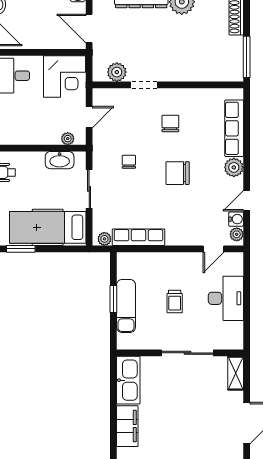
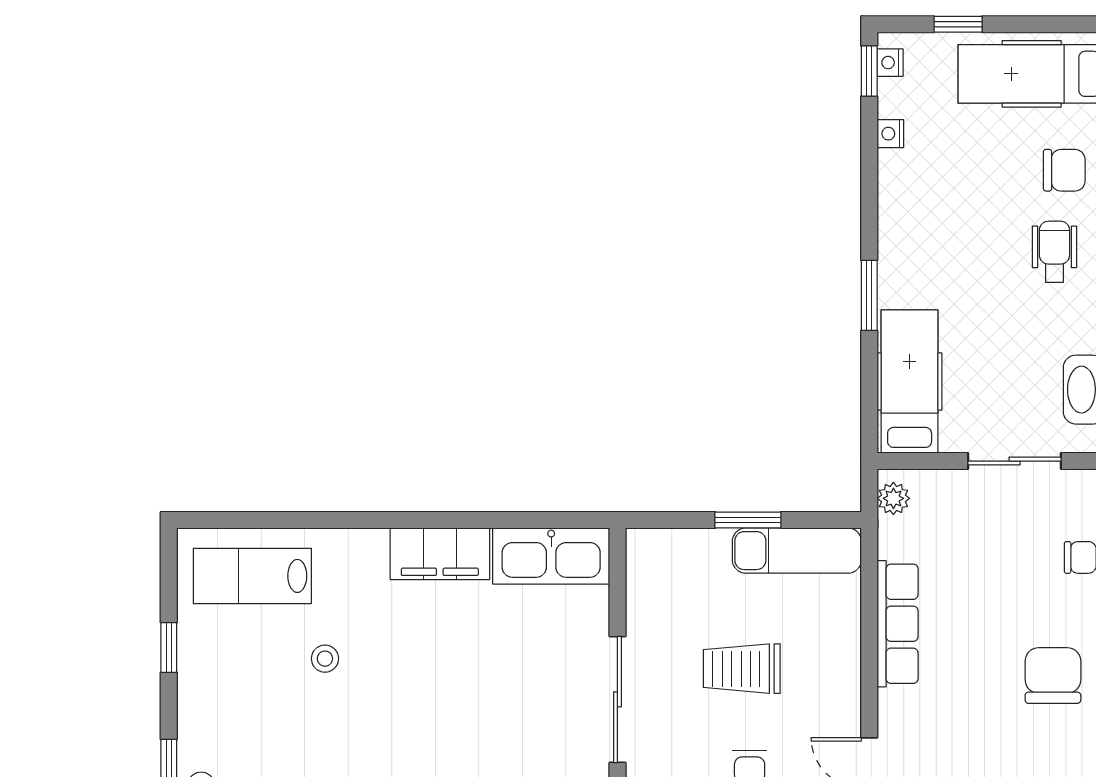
hospital bed: (48, 227) -> (910, 382), width x0.73, depth x0.78
row of seats: (139, 237) -> (898, 624), moved
trolley: (175, 301) -> (742, 669), width x1.36, depth x1.39
exam couch: (126, 306) -> (797, 551), moved

